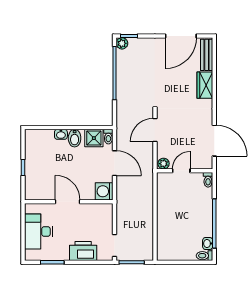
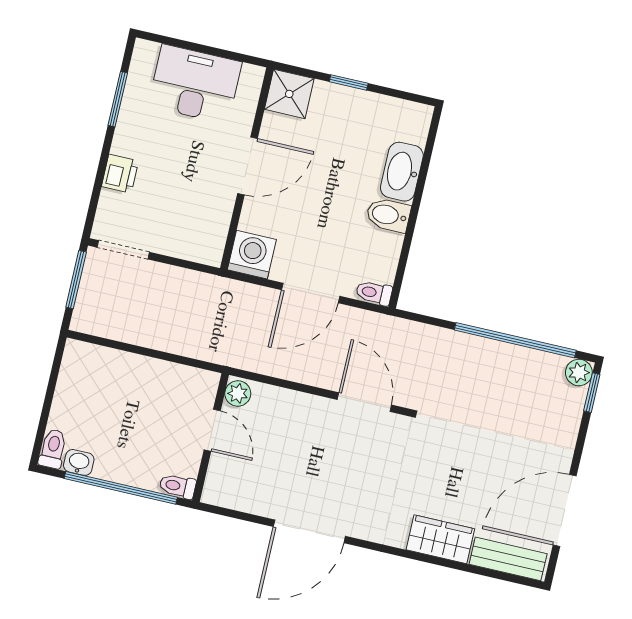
door: (181, 36) -> (565, 510), hinge flipped
washbasin: (61, 134) -> (402, 172), width x1.91, depth x1.45
shower: (94, 138) -> (289, 94), moved
plant: (164, 164) -> (238, 393), moved
door: (181, 171) -> (212, 430), moved
wall: (185, 171) -> (211, 438), moved
toilet: (208, 180) -> (178, 486), moved
printer: (83, 251) -> (120, 174), width x0.53, depth x0.68

